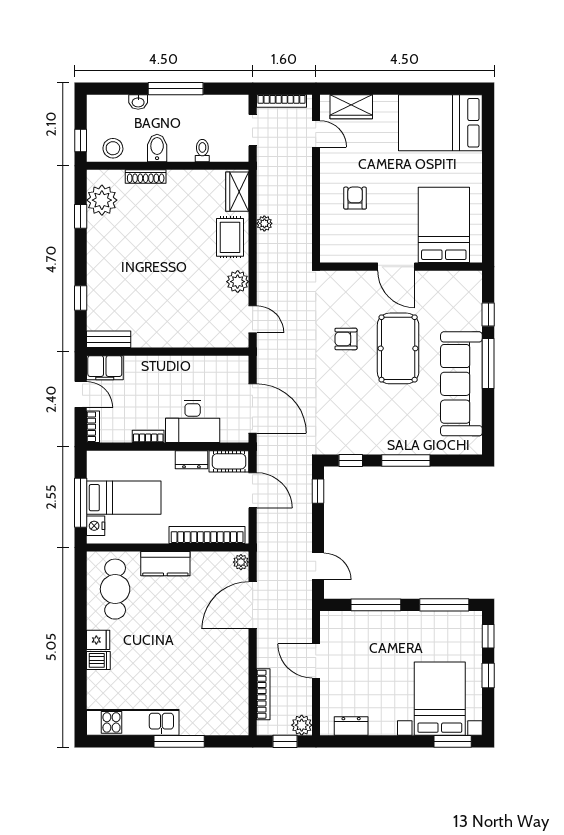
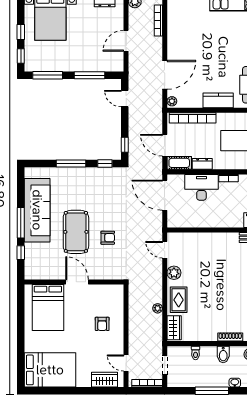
door: (316, 661) -> (126, 41), swing flipped

